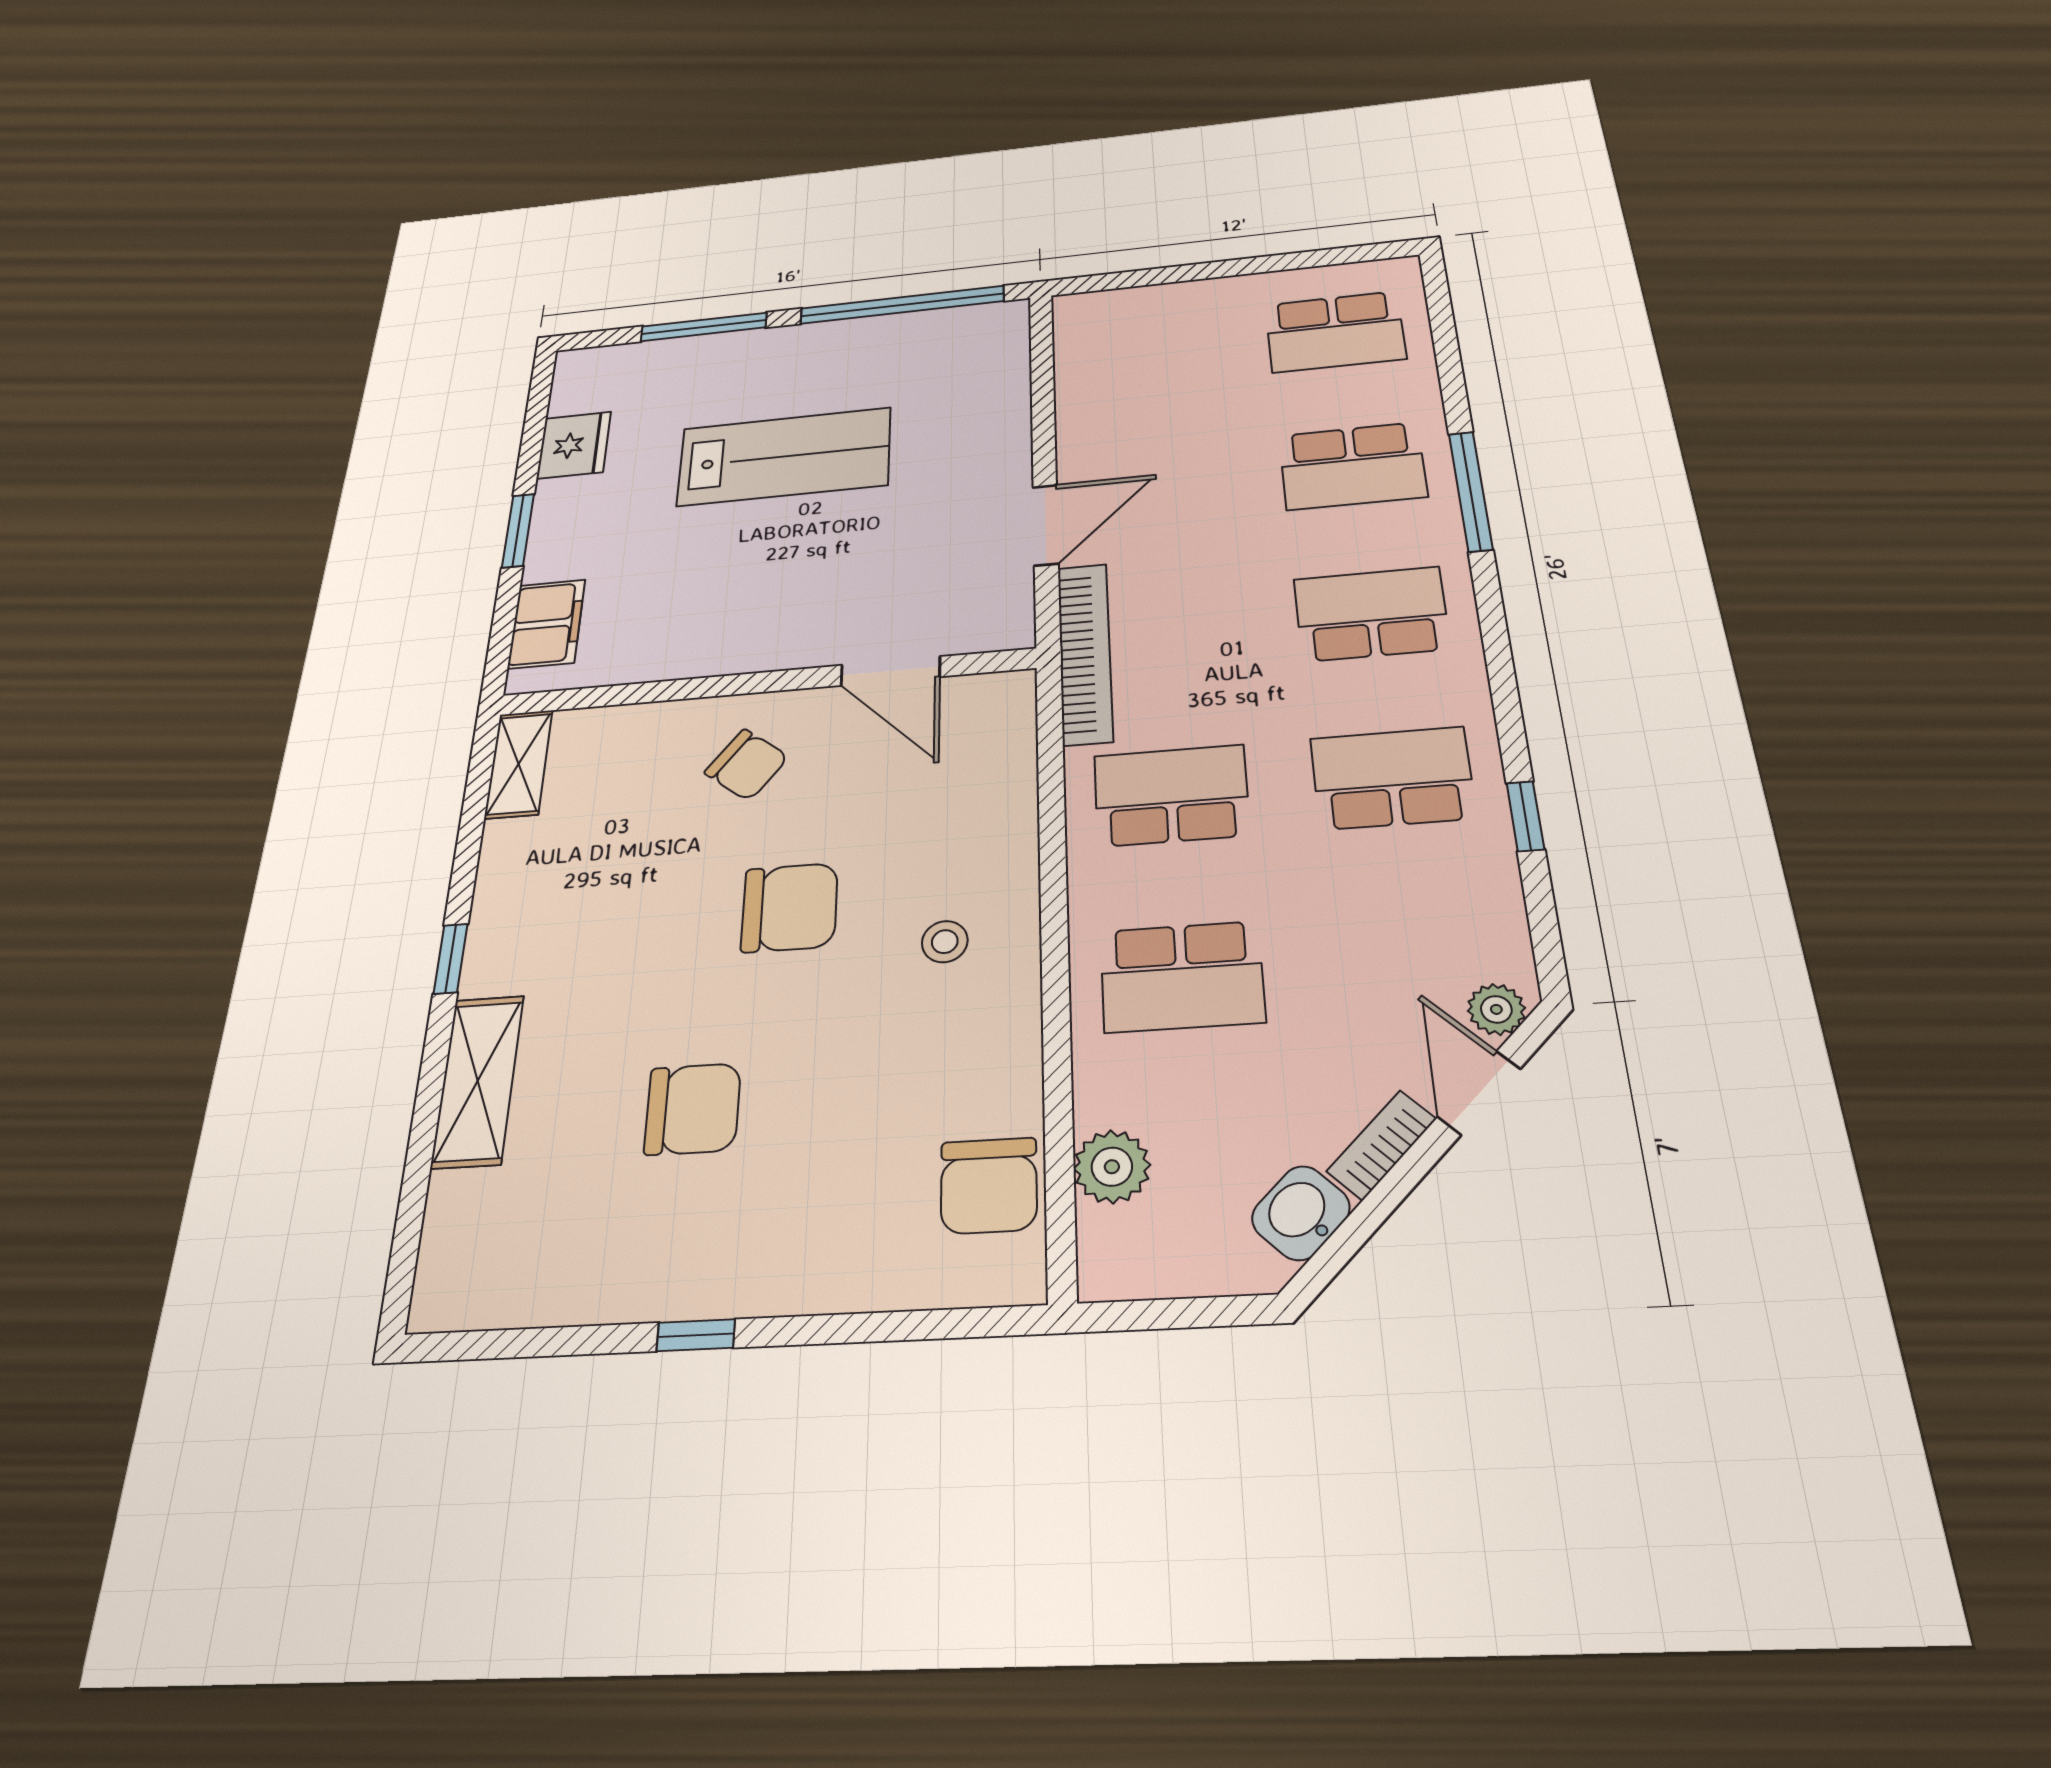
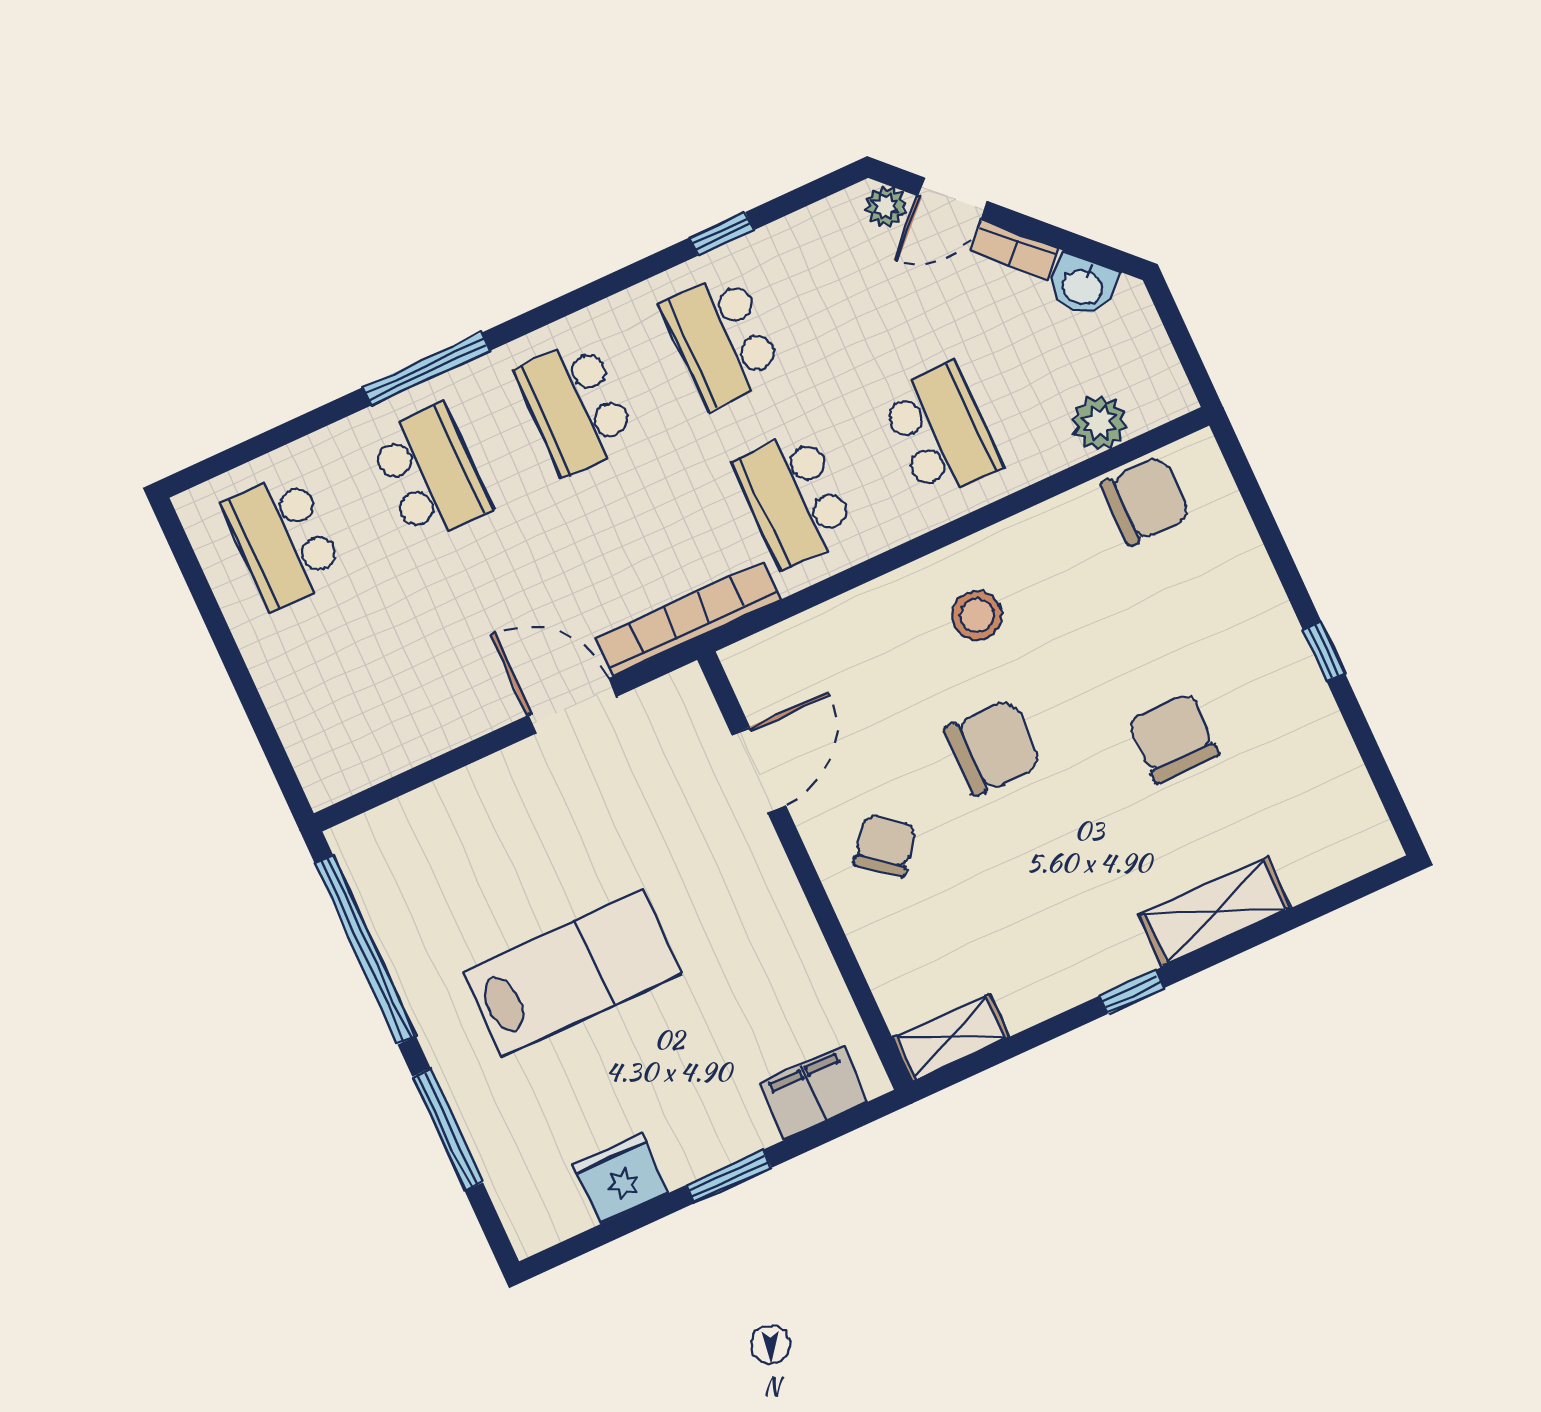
school desk: (1335, 332) -> (283, 540), turned 180
lab bench: (784, 457) -> (572, 973), turned 90
chair: (790, 908) -> (993, 747), turned 90
stool: (945, 942) -> (977, 616), width x1.37, depth x1.37

